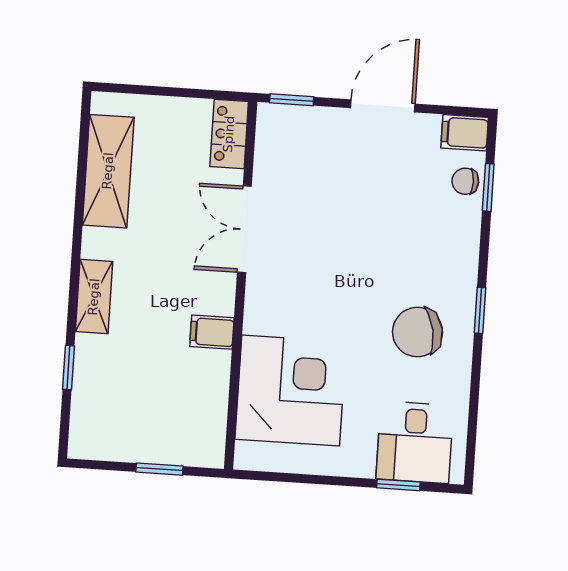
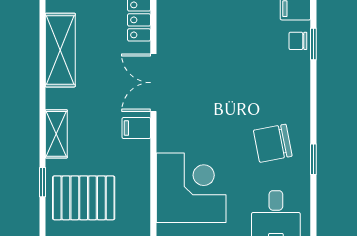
window: (480, 310) -> (313, 159), moved
filing cabinet: (212, 332) -> (136, 128), moved
pallet: (129, 395) -> (84, 198), added

